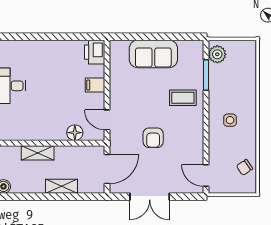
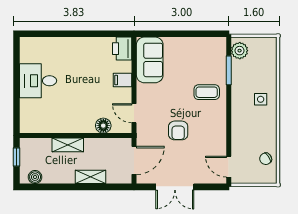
sofa: (153, 54) -> (150, 60), moved, turned -90
side table: (230, 120) -> (261, 99), moved

